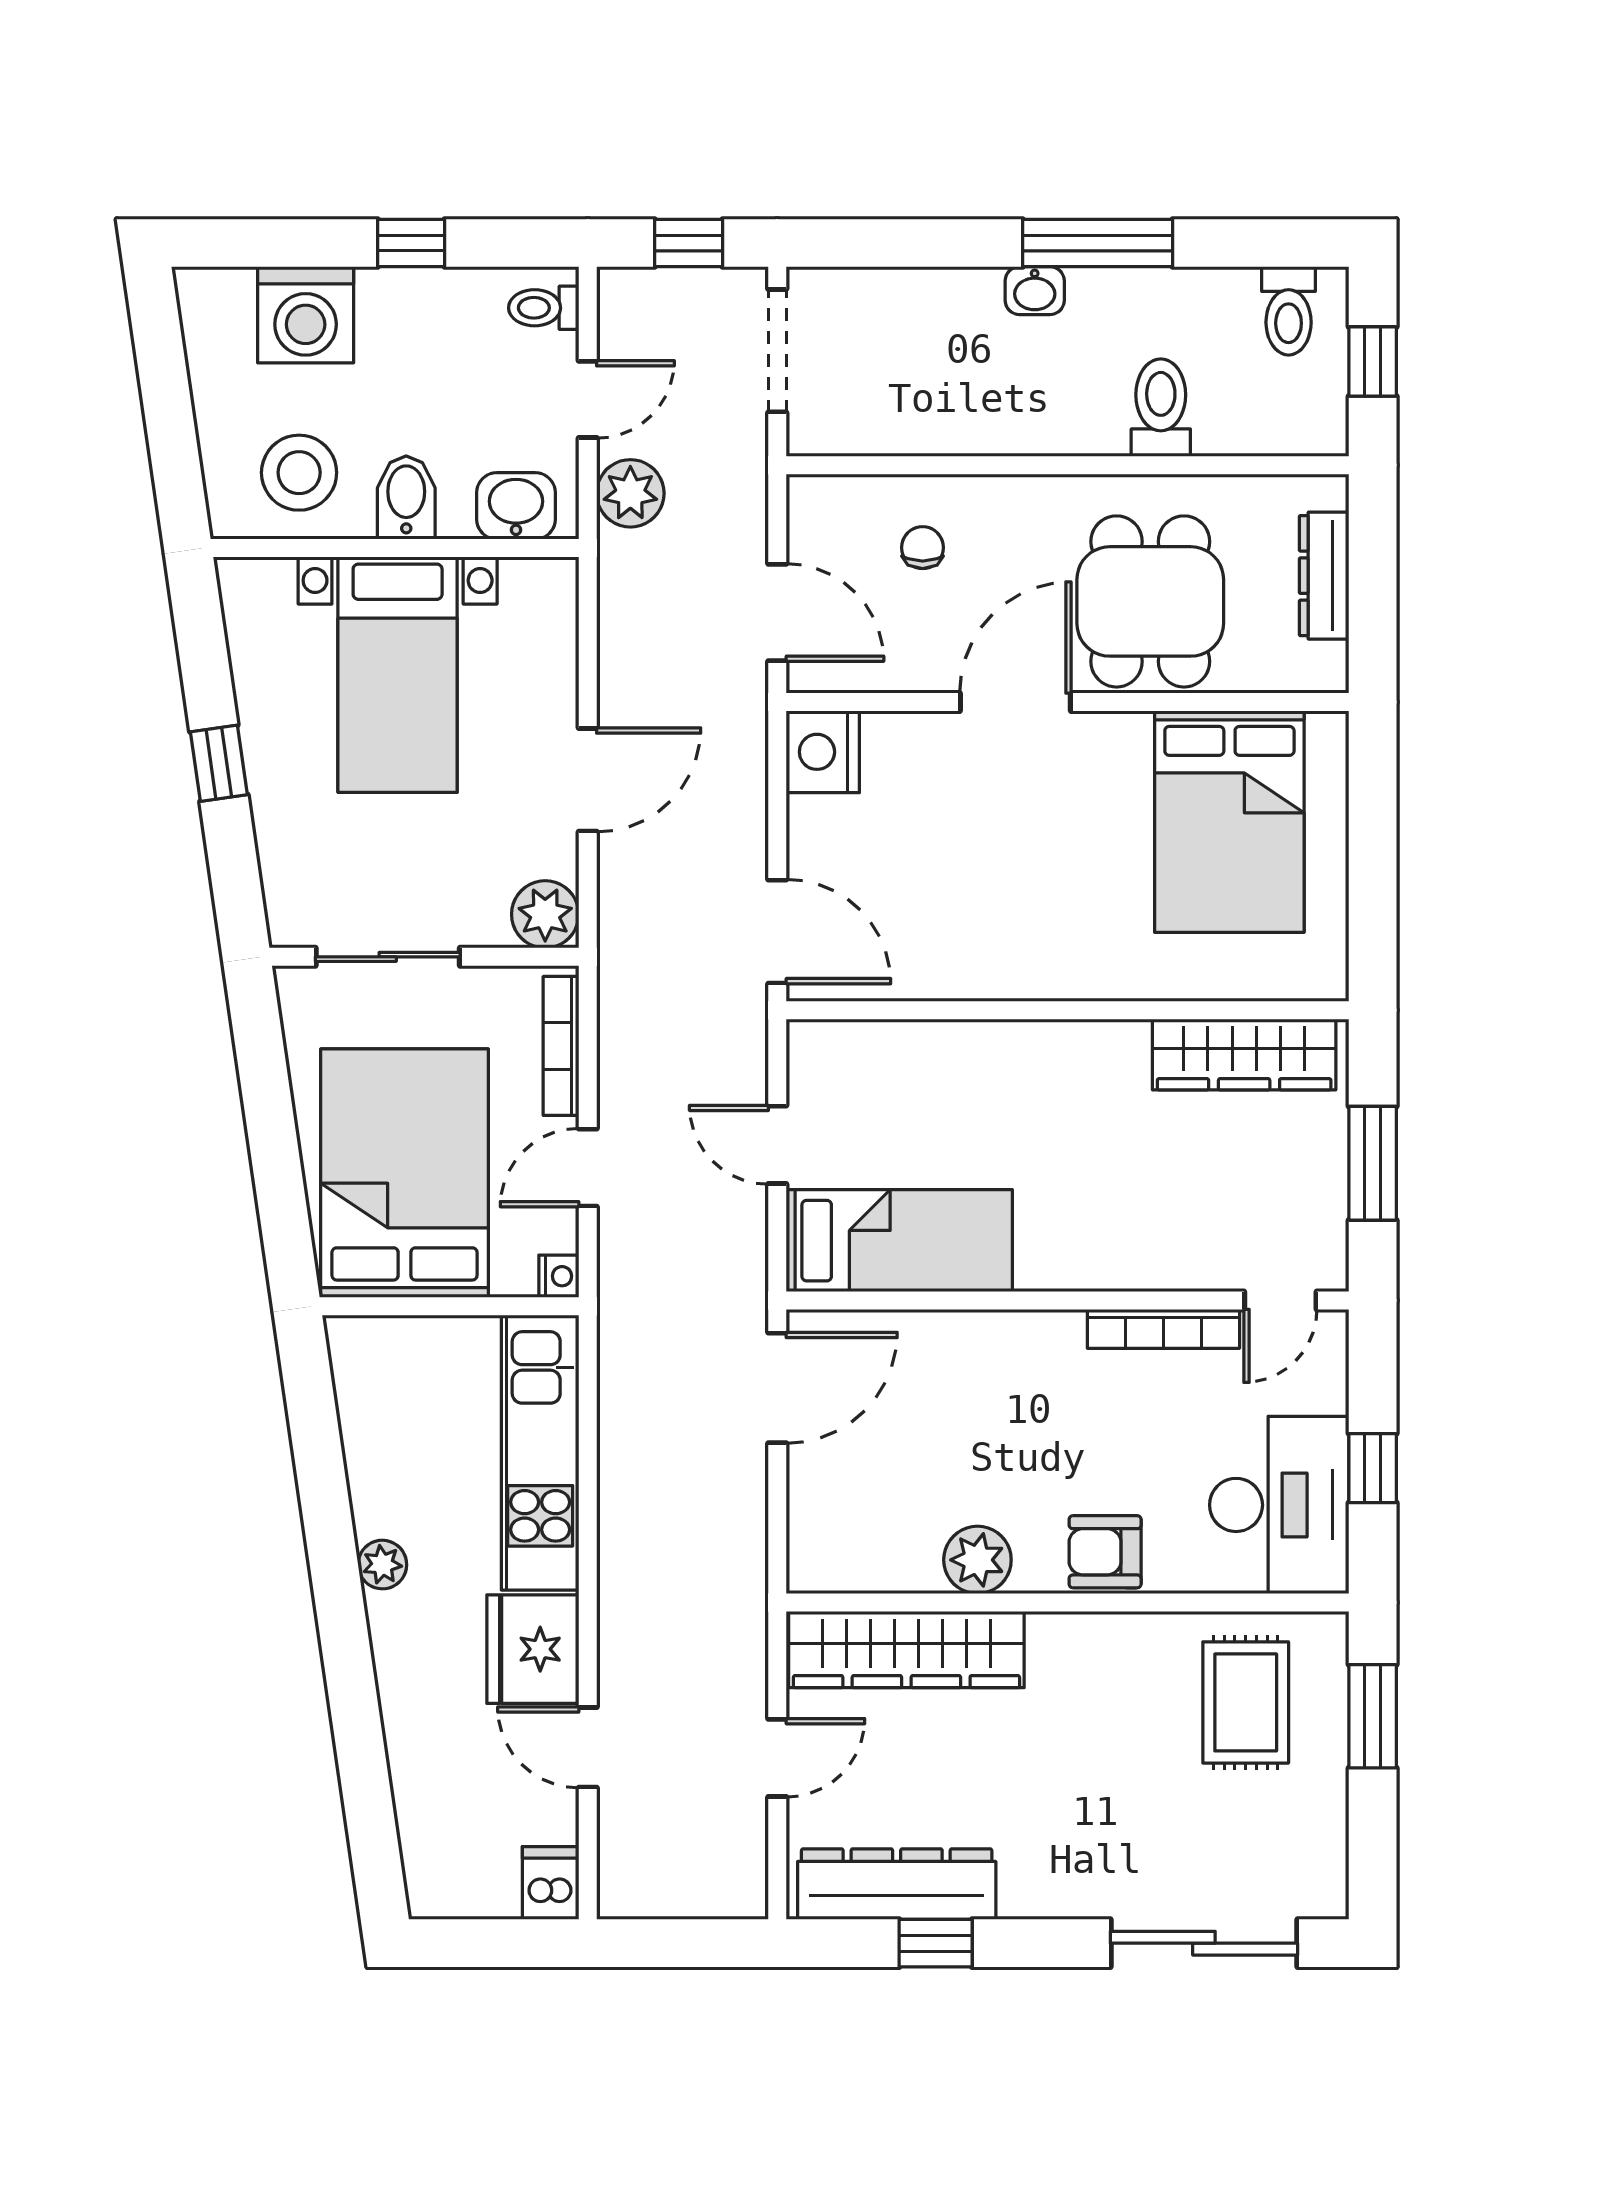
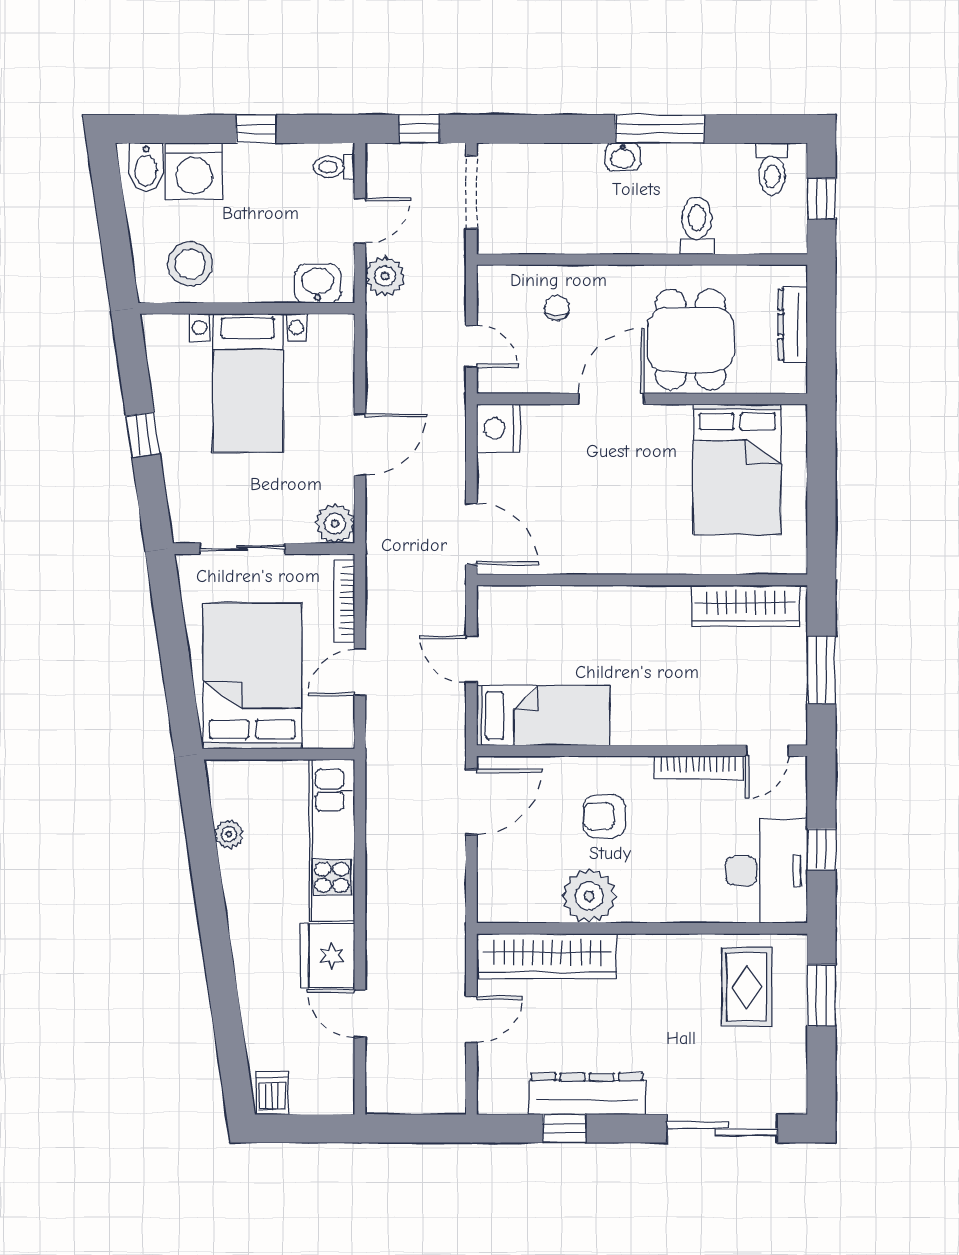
bidet: (406, 498) -> (146, 167), moved, turned 180
door: (777, 613) -> (471, 346), width x0.73
nightstand: (559, 1276) -> (343, 736), removed
armchair: (1105, 1552) -> (604, 816), moved
plant: (977, 1560) -> (589, 896), width x1.36, depth x1.36
plant: (382, 1565) -> (229, 834), moved
dishwasher: (551, 1883) -> (272, 1093), moved
dresser: (897, 1884) -> (587, 1094), moved

